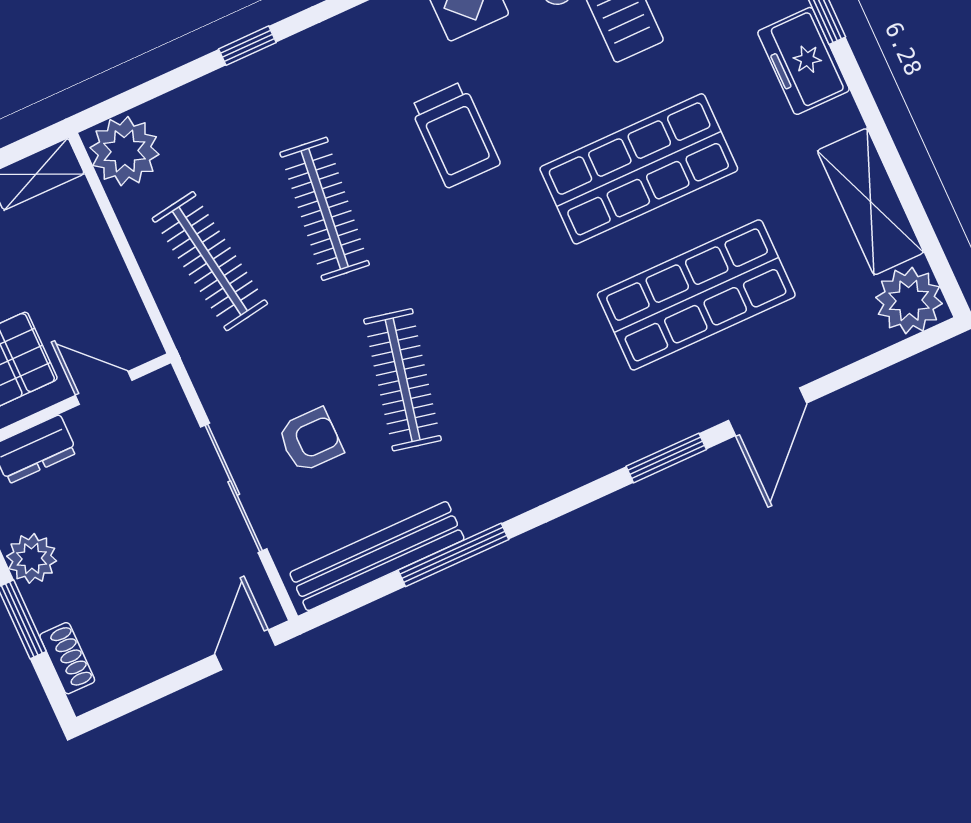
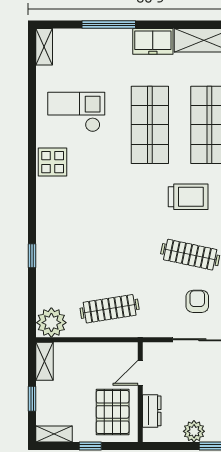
freezer: (803, 61) -> (153, 41), moved
trolley: (455, 135) -> (188, 197), moved
clothes rail: (325, 209) -> (110, 255), removed

